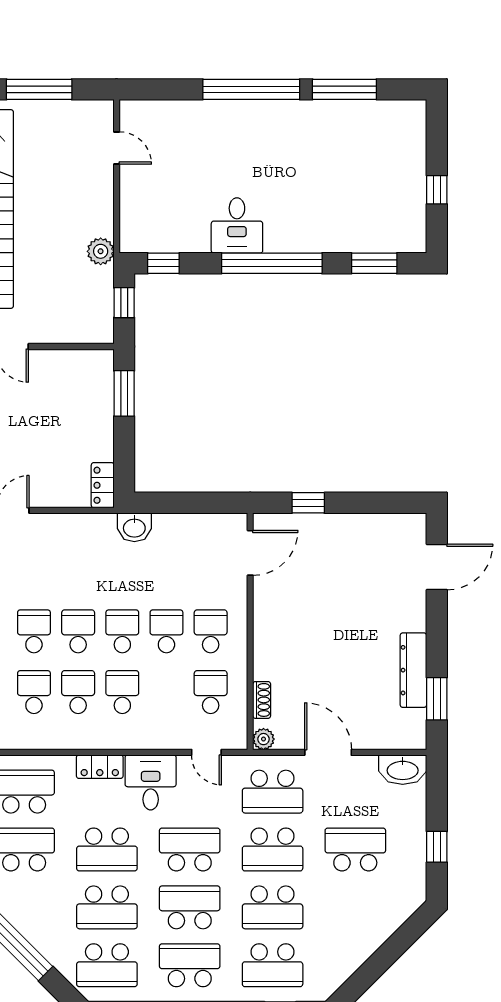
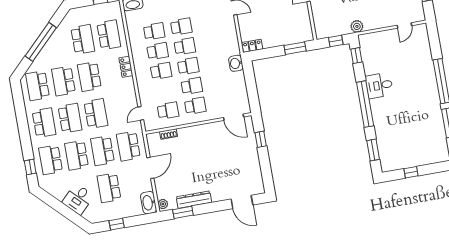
plant: (264, 739) -> (163, 204), moved
desk: (151, 782) -> (78, 199), moved, turned 135
school desk: (355, 849) -> (109, 188), turned 180

